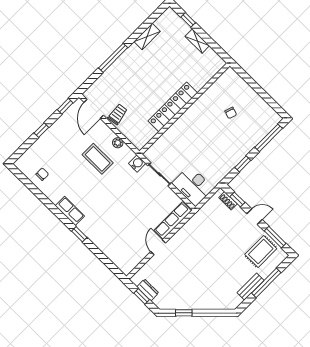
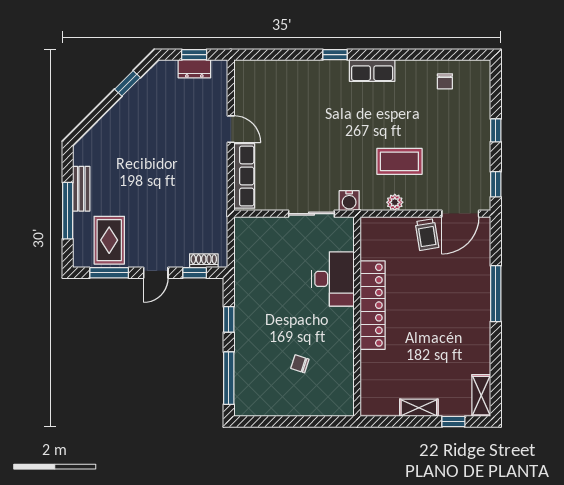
shelving: (147, 36) -> (481, 396), moved
door: (94, 109) -> (460, 214), swing flipped
desk: (193, 186) -> (333, 279), moved, turned 90

